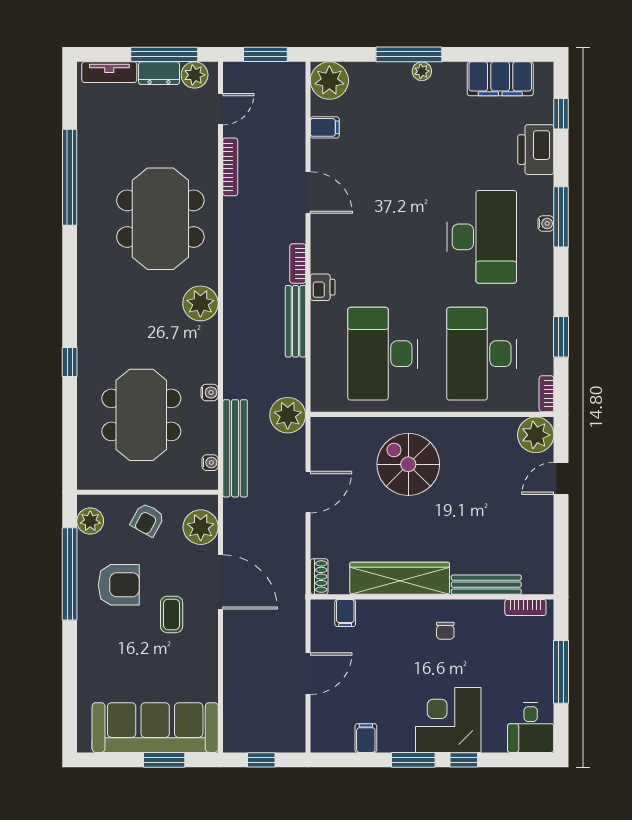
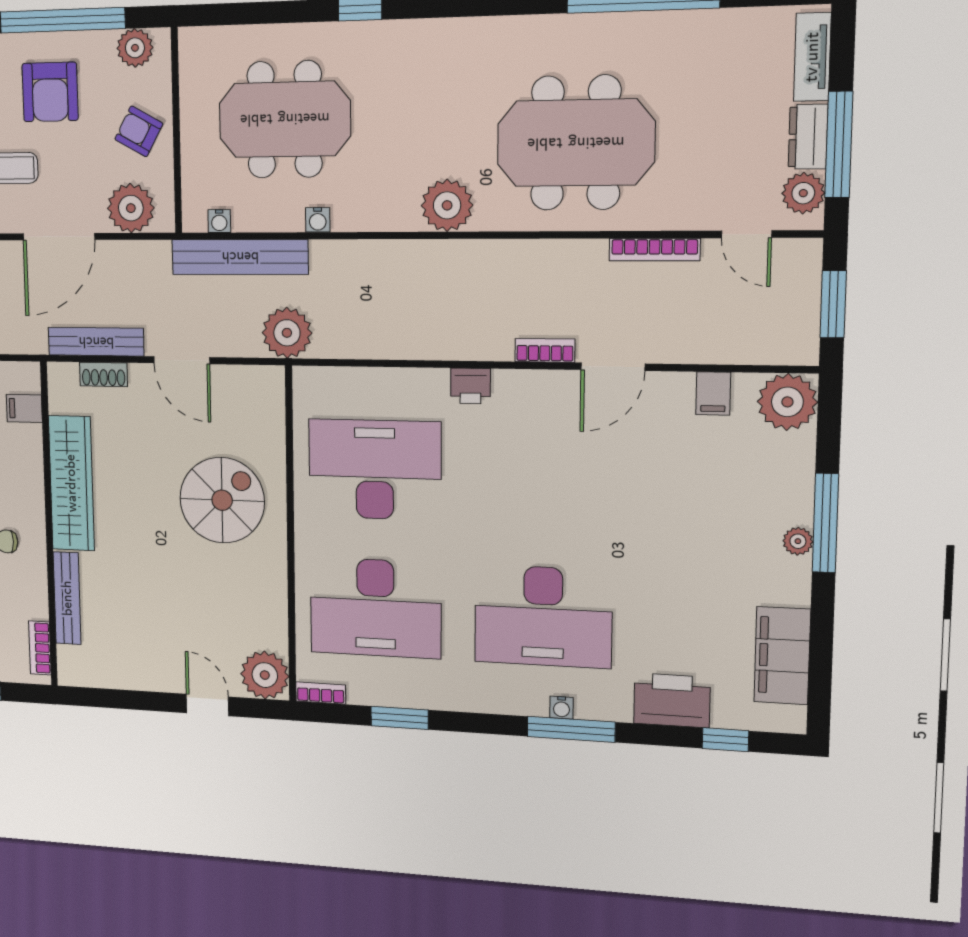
bookcase: (298, 264) -> (545, 350), moved
bench: (296, 321) -> (96, 342), moved
desk: (482, 354) -> (375, 608), turned 180
shoe rack: (319, 577) -> (104, 374), moved

